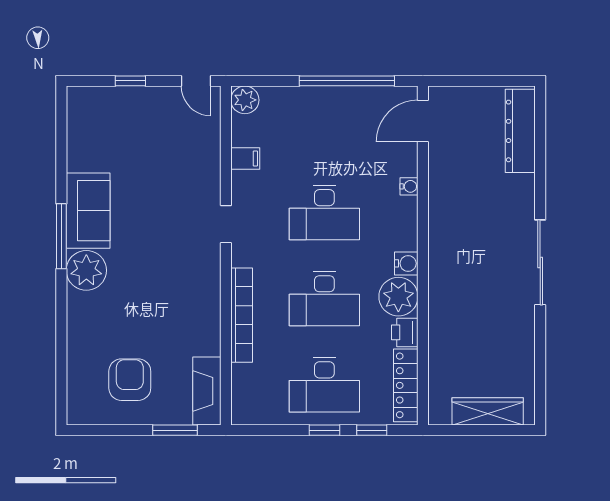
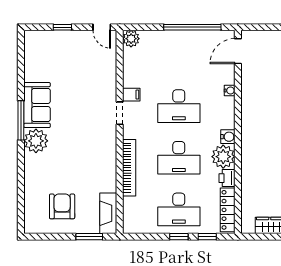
filing cabinet: (245, 159) -> (131, 95), moved

